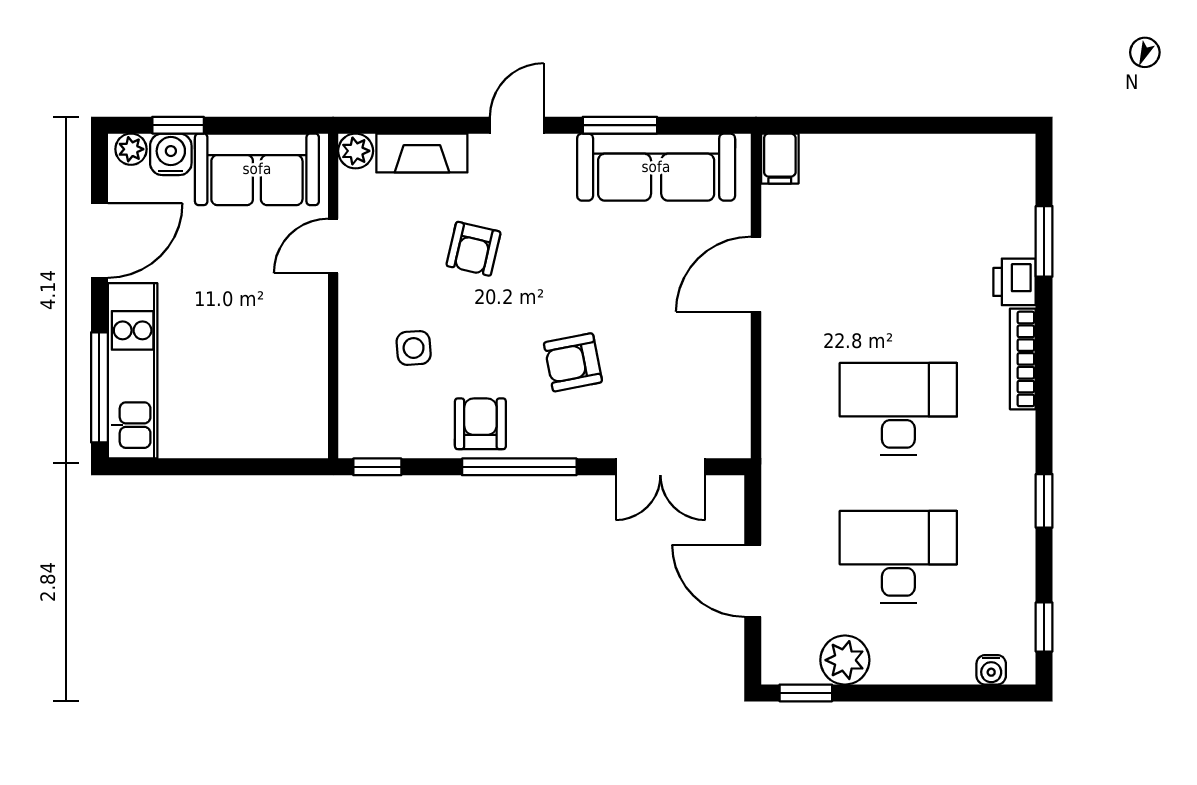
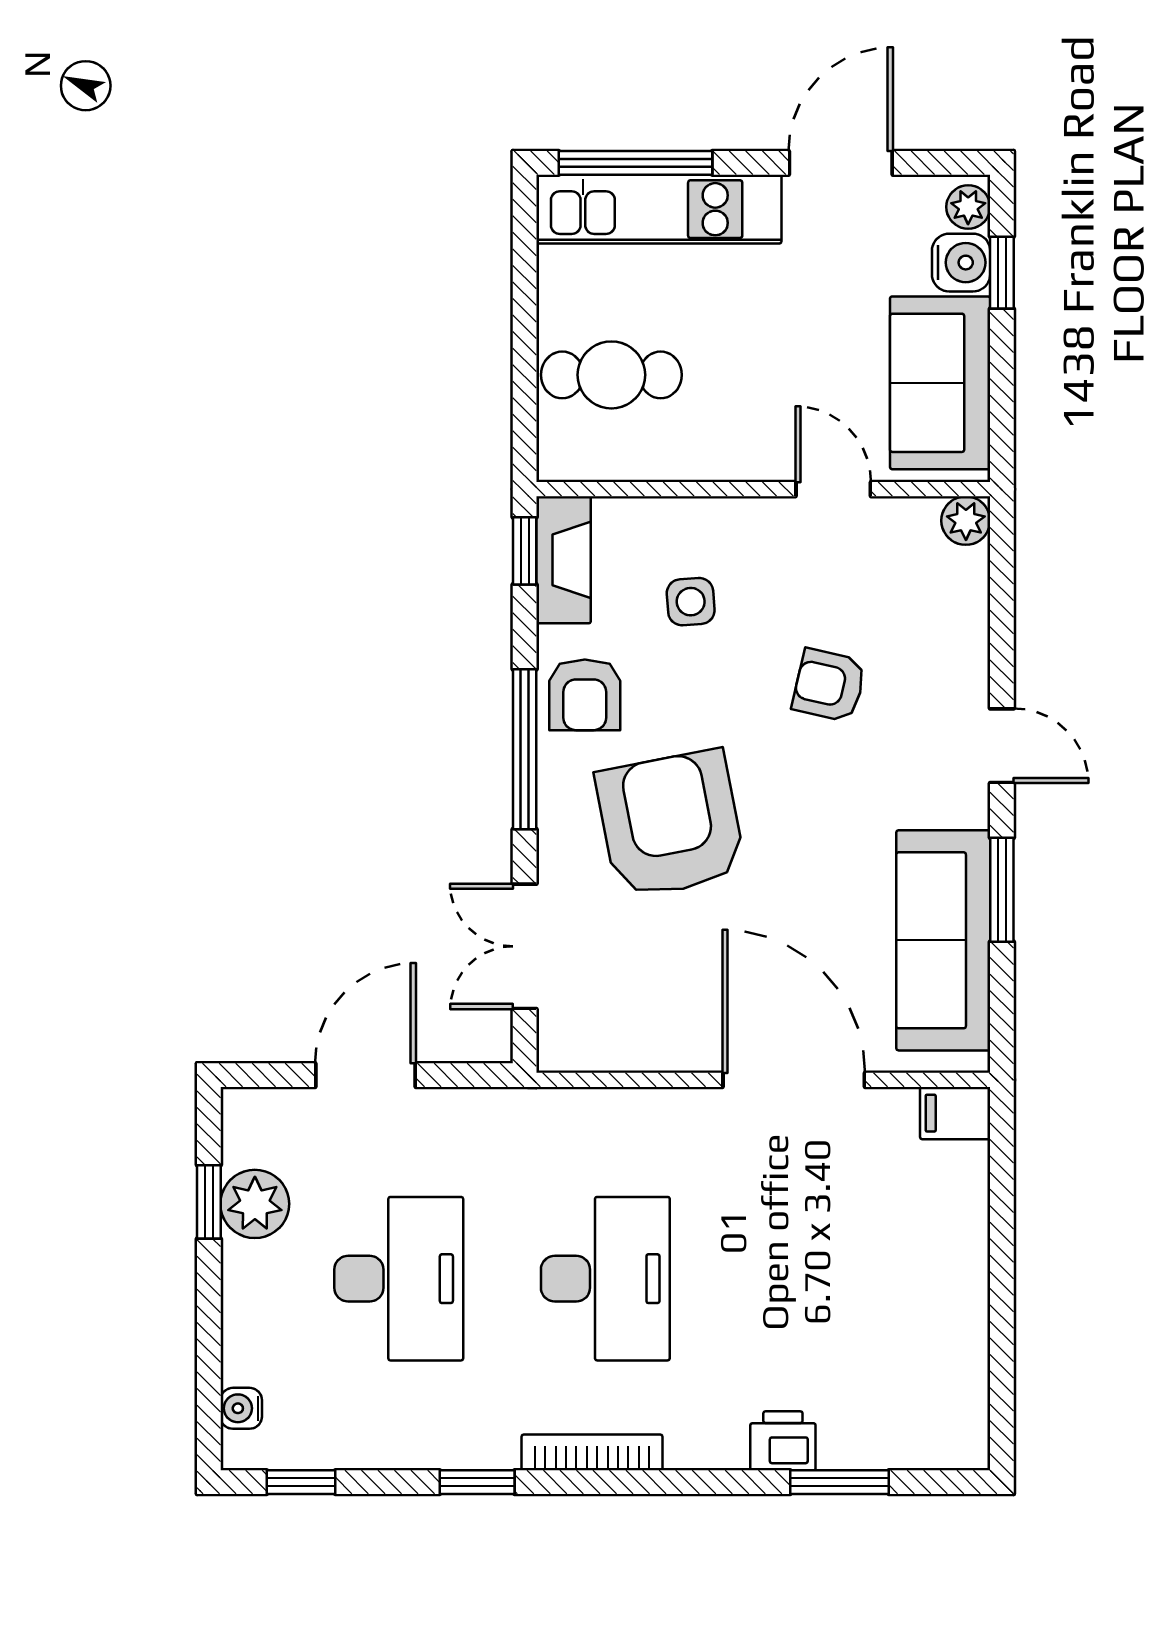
fireplace: (422, 153) -> (564, 560), moved, turned 180
door: (99, 241) -> (841, 163), swing flipped
door: (756, 274) -> (794, 1080), width x1.36
bookcase: (1023, 359) -> (592, 1452), moved
armchair: (573, 362) -> (671, 824), width x1.88, depth x1.88
cafe table: (251, 405) -> (611, 375), added
armchair: (480, 424) -> (585, 695), turned 90
window: (806, 693) -> (209, 1202), moved

